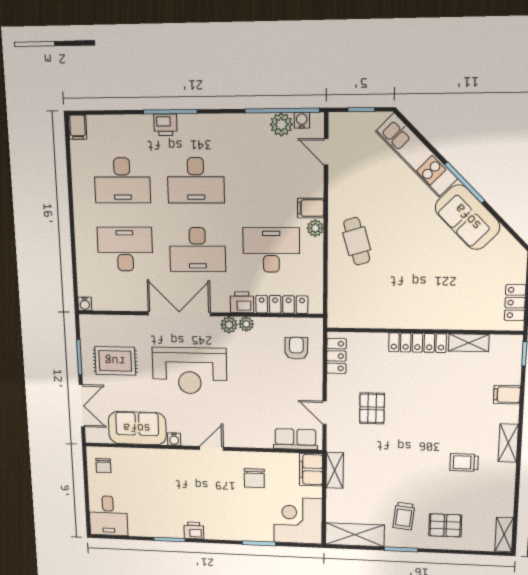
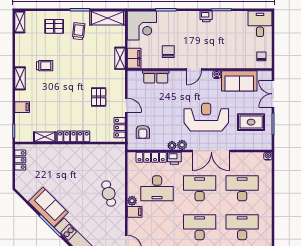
desk: (125, 249) -> (242, 188), turned 180
door: (325, 413) -> (126, 105), moved
row of seats: (295, 439) -> (156, 77), moved

